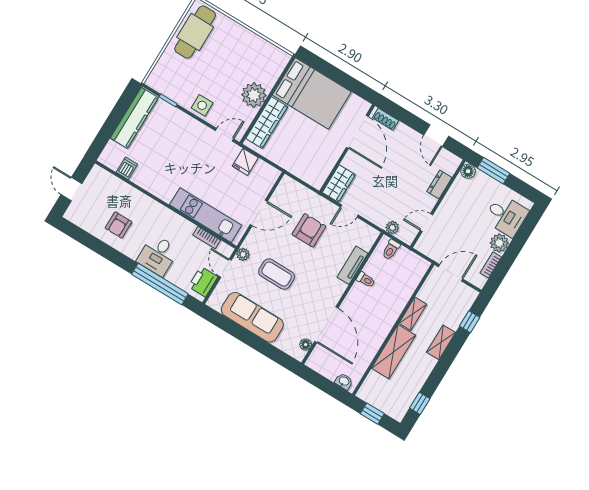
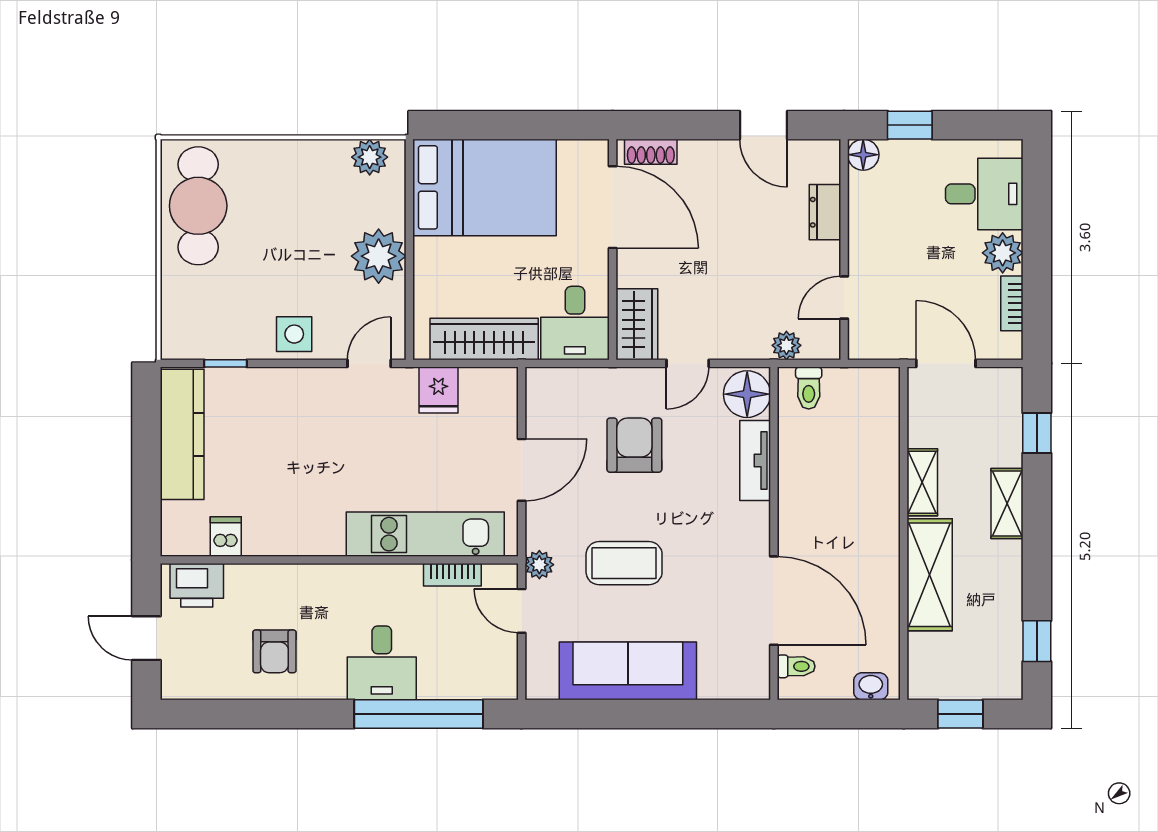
plant: (274, 54) -> (370, 157), added
wardrobe: (267, 122) -> (484, 339), moved, turned -90
desk: (315, 168) -> (575, 323), added
window: (493, 171) -> (910, 125), width x0.67
door: (451, 273) -> (946, 363), hinge flipped
toilet: (366, 280) -> (796, 666), moved
printer: (203, 282) -> (197, 585), moved, turned -90
floor lamp: (306, 345) -> (747, 394), moved, width x1.89, depth x1.89

